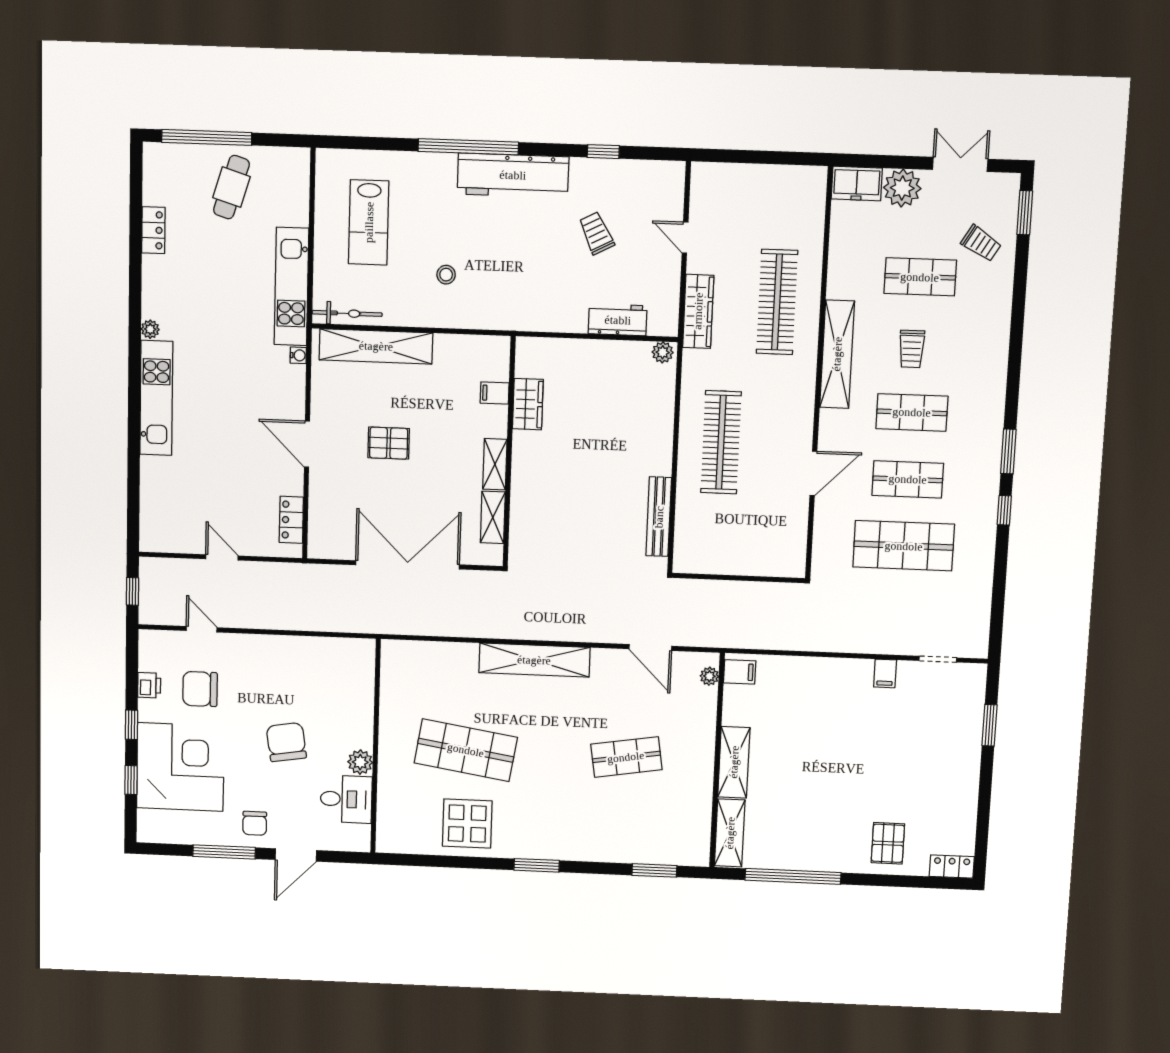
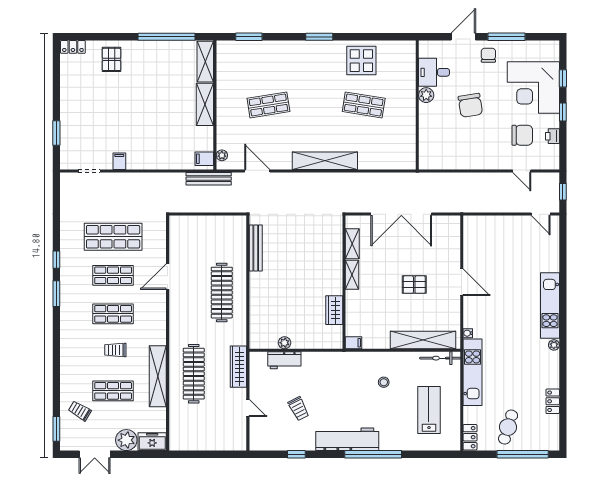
trolley: (912, 349) -> (115, 350), turned -90
plant: (663, 352) -> (285, 343), moved
shelving: (837, 354) -> (158, 376), moved
filing cabinet: (495, 393) -> (354, 343), moved
locker: (291, 520) -> (470, 437), moved
door: (222, 557) -> (541, 214), moved
bench: (734, 638) -> (209, 179), added
shop shelf: (466, 750) -> (364, 105), width x0.70, depth x0.74

